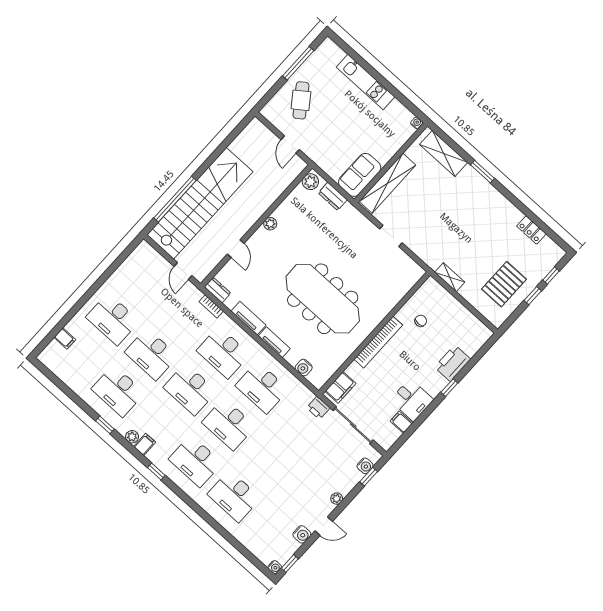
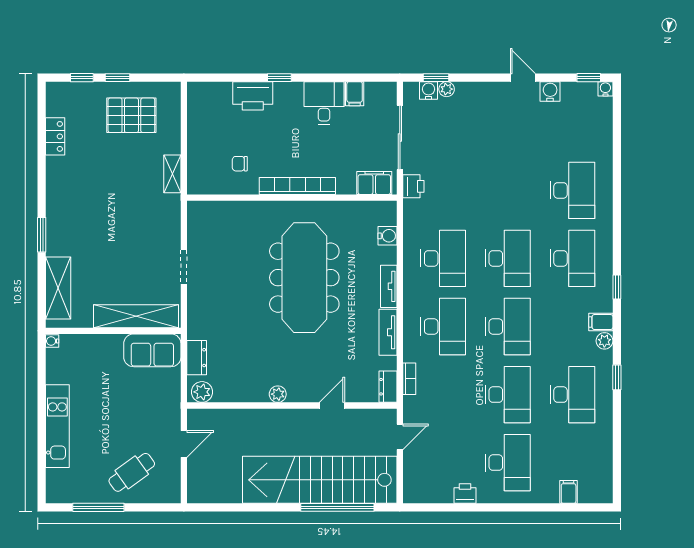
printer: (117, 279) -> (465, 493), added
plant: (337, 499) -> (447, 89), moved

